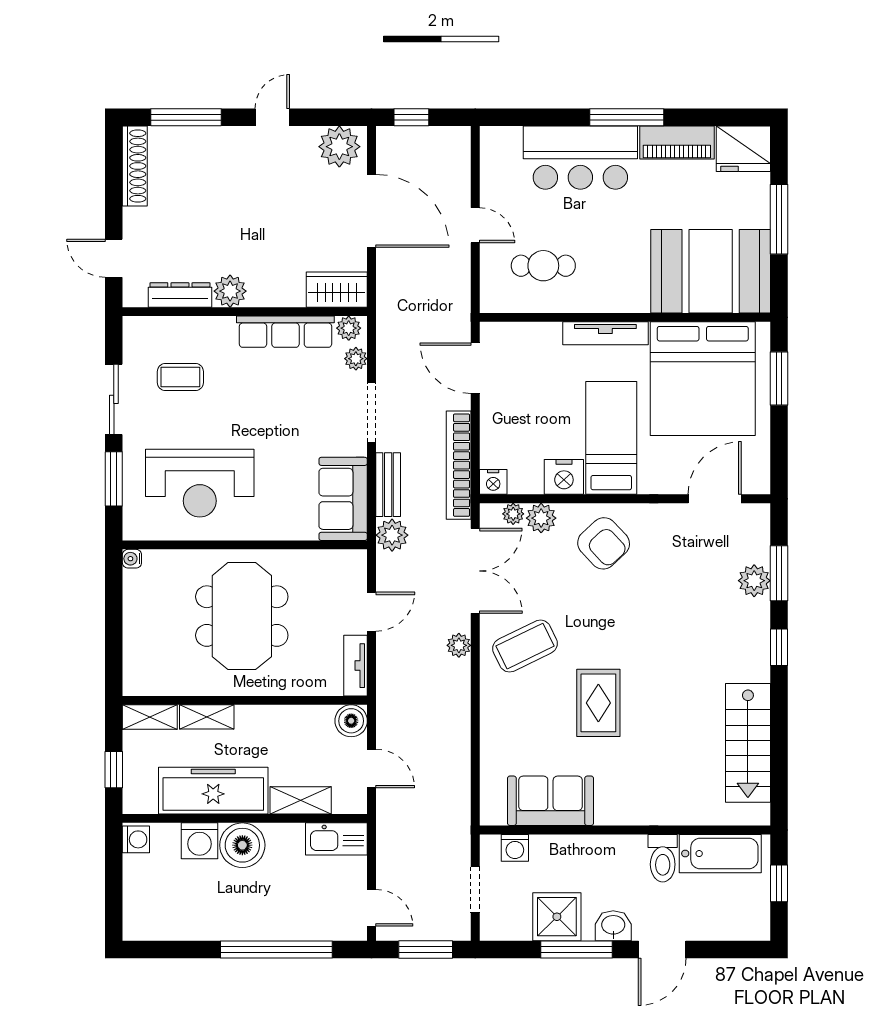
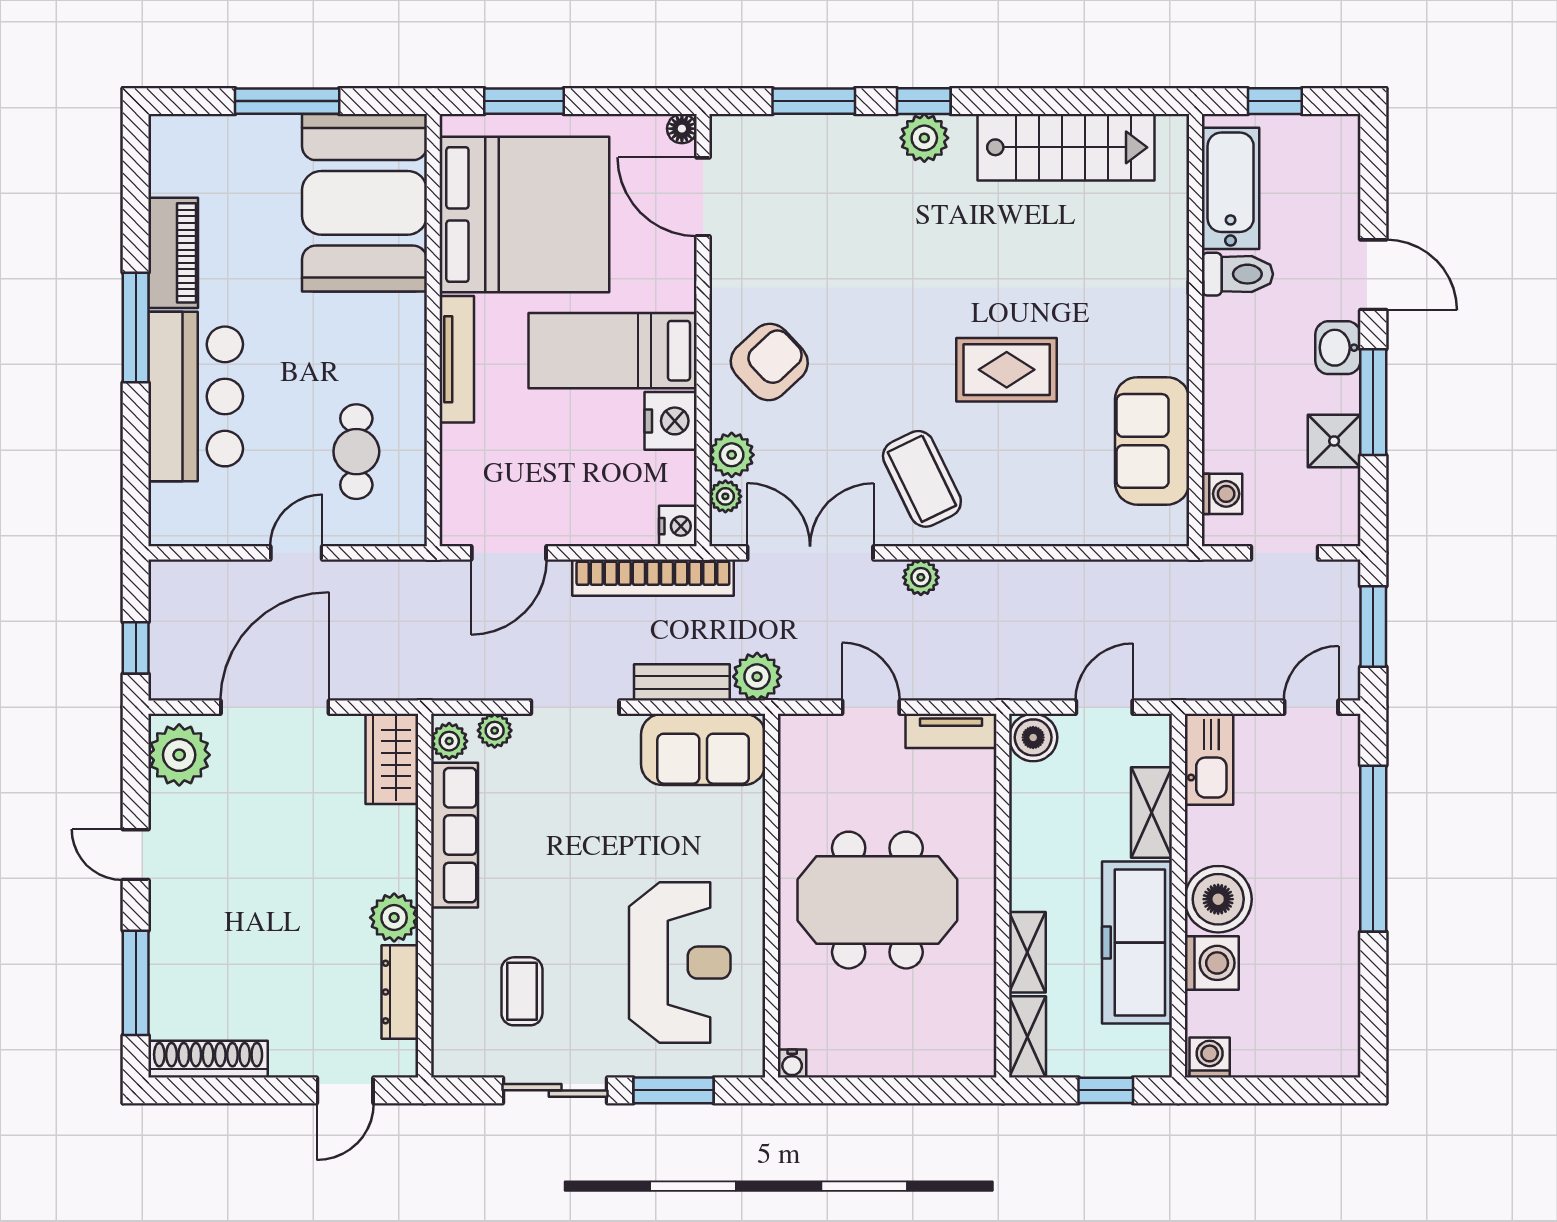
fridge: (743, 149) -> (182, 154), removed
floor lamp: (760, 485) -> (682, 129), added
plant: (754, 581) -> (924, 138), moved
shower: (557, 917) -> (1334, 441), width x0.73, depth x0.73

